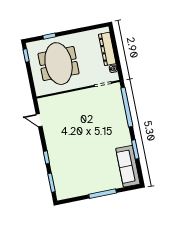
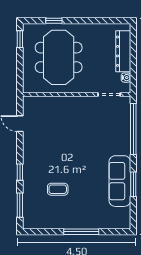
coffee table: (78, 165) -> (58, 189), added
sofa: (128, 166) -> (120, 181), moved

